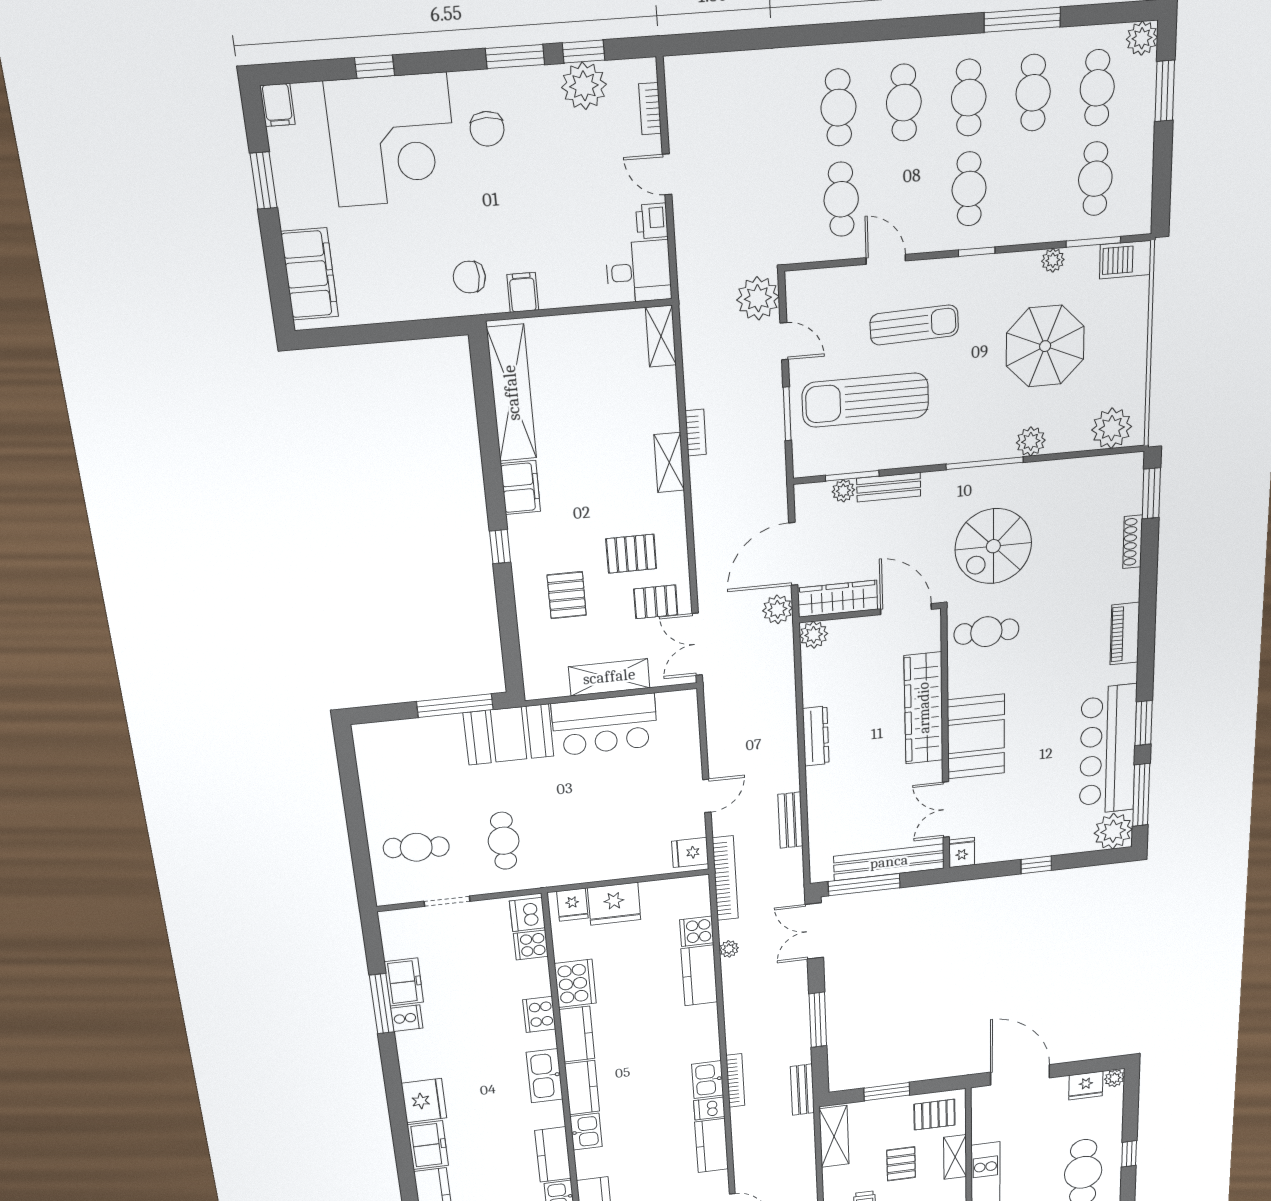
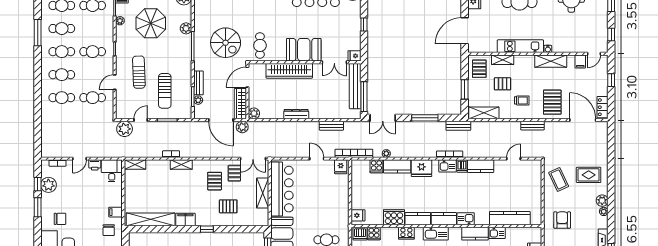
sun lounger: (865, 400) -> (165, 91), width x0.73, depth x0.75
bar counter: (605, 725) -> (282, 189), width x1.36
fridge: (614, 904) -> (422, 168), moved, turned 90

